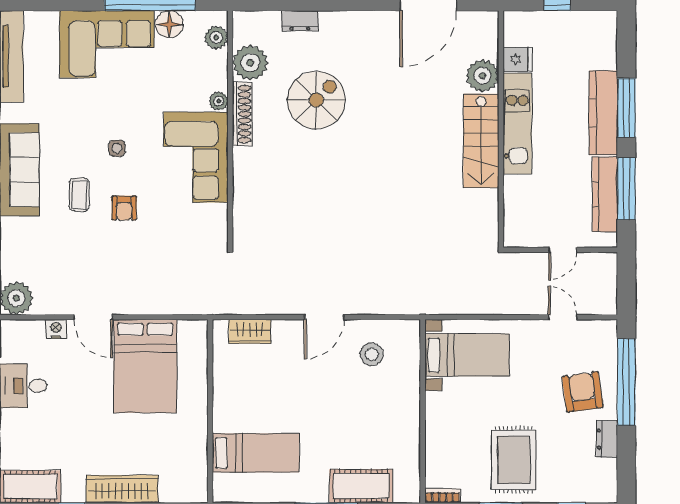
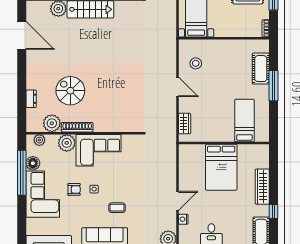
plant: (219, 101) -> (67, 143), width x1.88, depth x1.88
armchair: (124, 208) -> (74, 189), moved
bed: (145, 366) -> (221, 167), moved, turned 90

